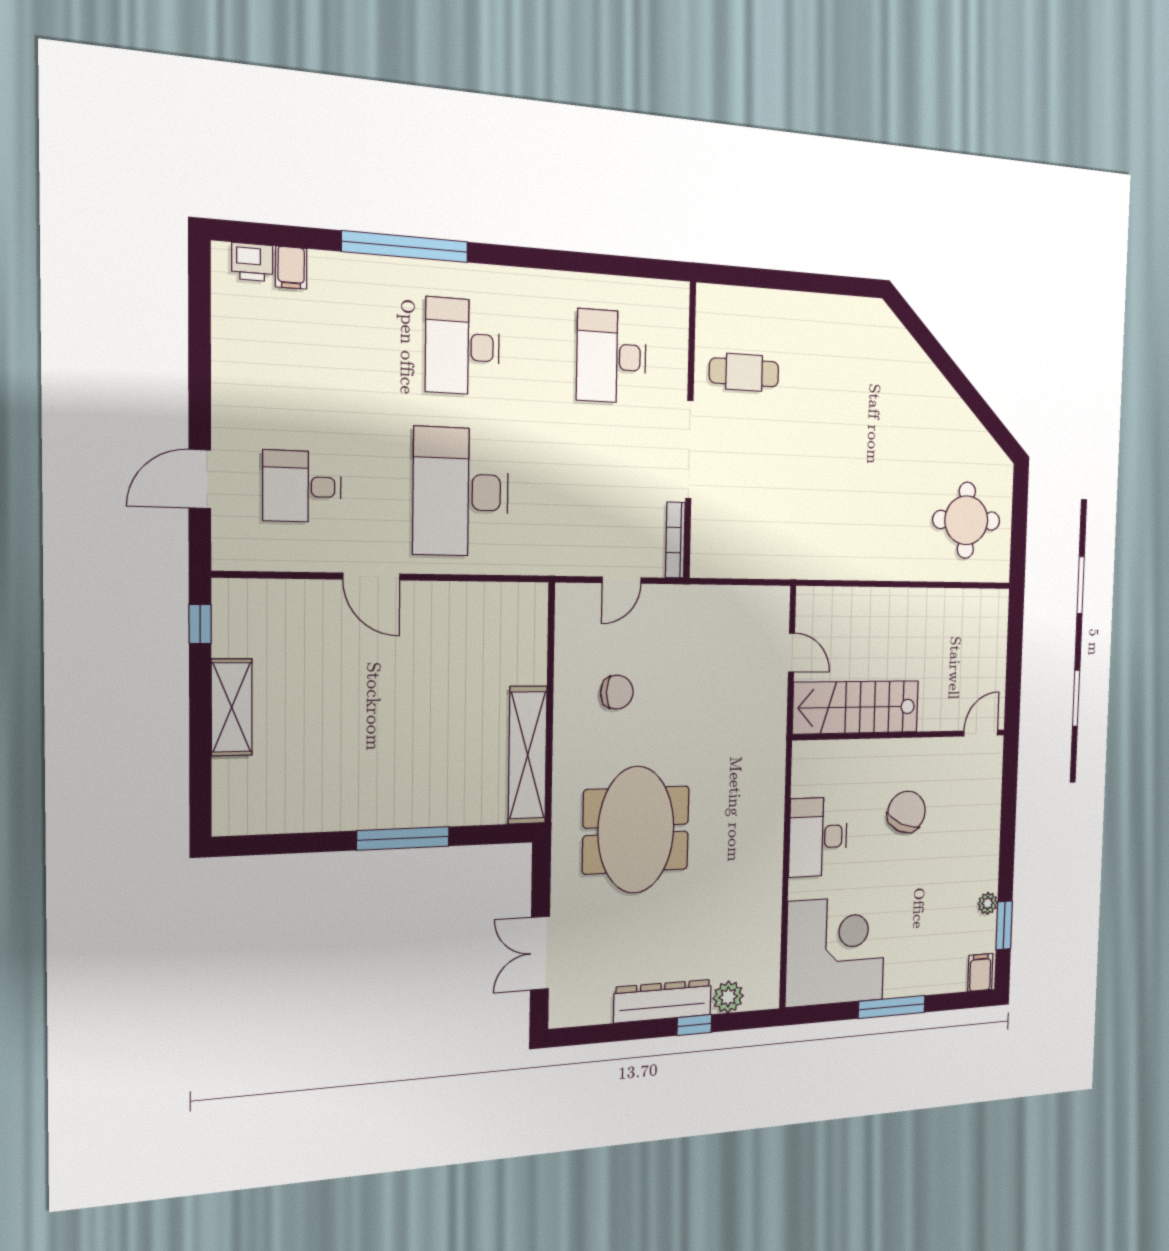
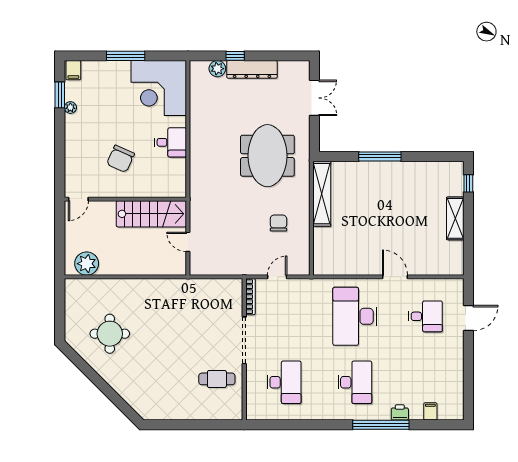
printer: (252, 262) -> (400, 412), moved
desk: (461, 492) -> (355, 316), turned 180
round table: (966, 520) -> (110, 334), moved
plant: (971, 611) -> (87, 264), added
window: (200, 624) -> (468, 183), moved
chair: (617, 692) -> (278, 223), turned 90
desk: (818, 837) -> (171, 142), width x0.73

